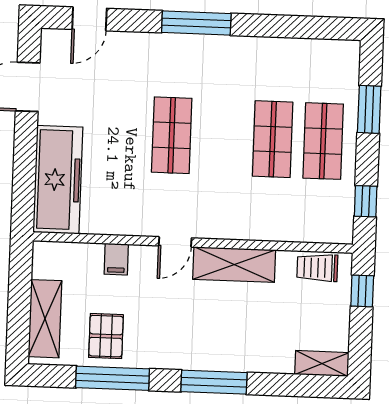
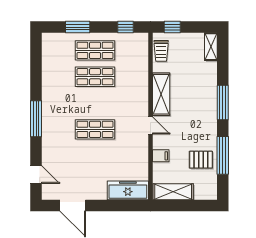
freezer: (58, 180) -> (128, 190), width x0.73, depth x0.79
shelving: (45, 319) -> (173, 192), moved

